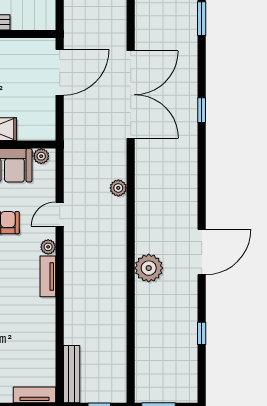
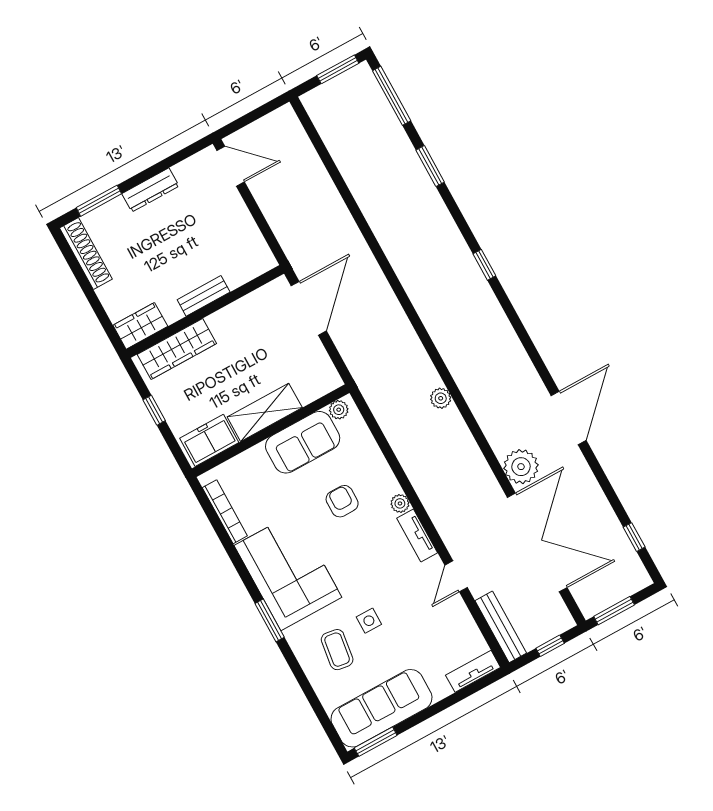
double door: (131, 95) -> (537, 542), moved
door: (60, 214) -> (456, 576), moved
window: (202, 333) -> (634, 537), moved

